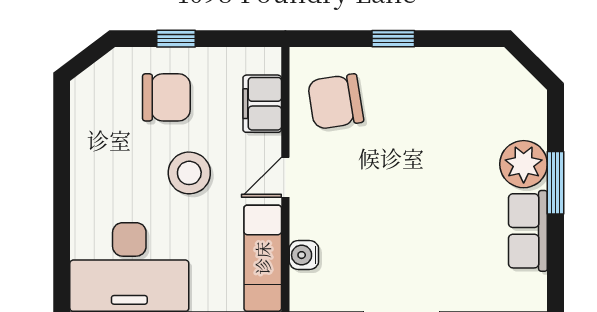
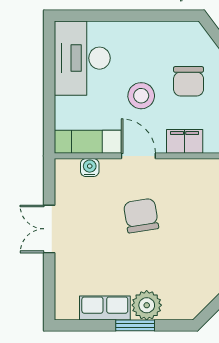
chair: (336, 102) -> (141, 216), moved
door: (285, 177) -> (138, 156), width x1.38

